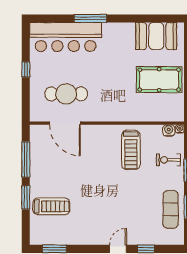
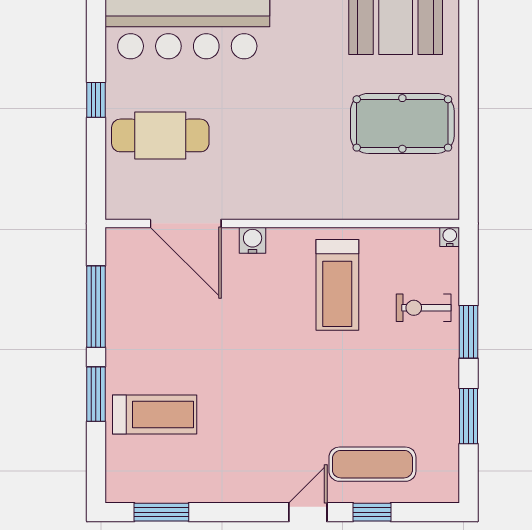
cafe table: (66, 94) -> (160, 135), moved
water cooler: (169, 130) -> (253, 240), moved
exercise mat: (171, 209) -> (372, 464), moved, turned 90

